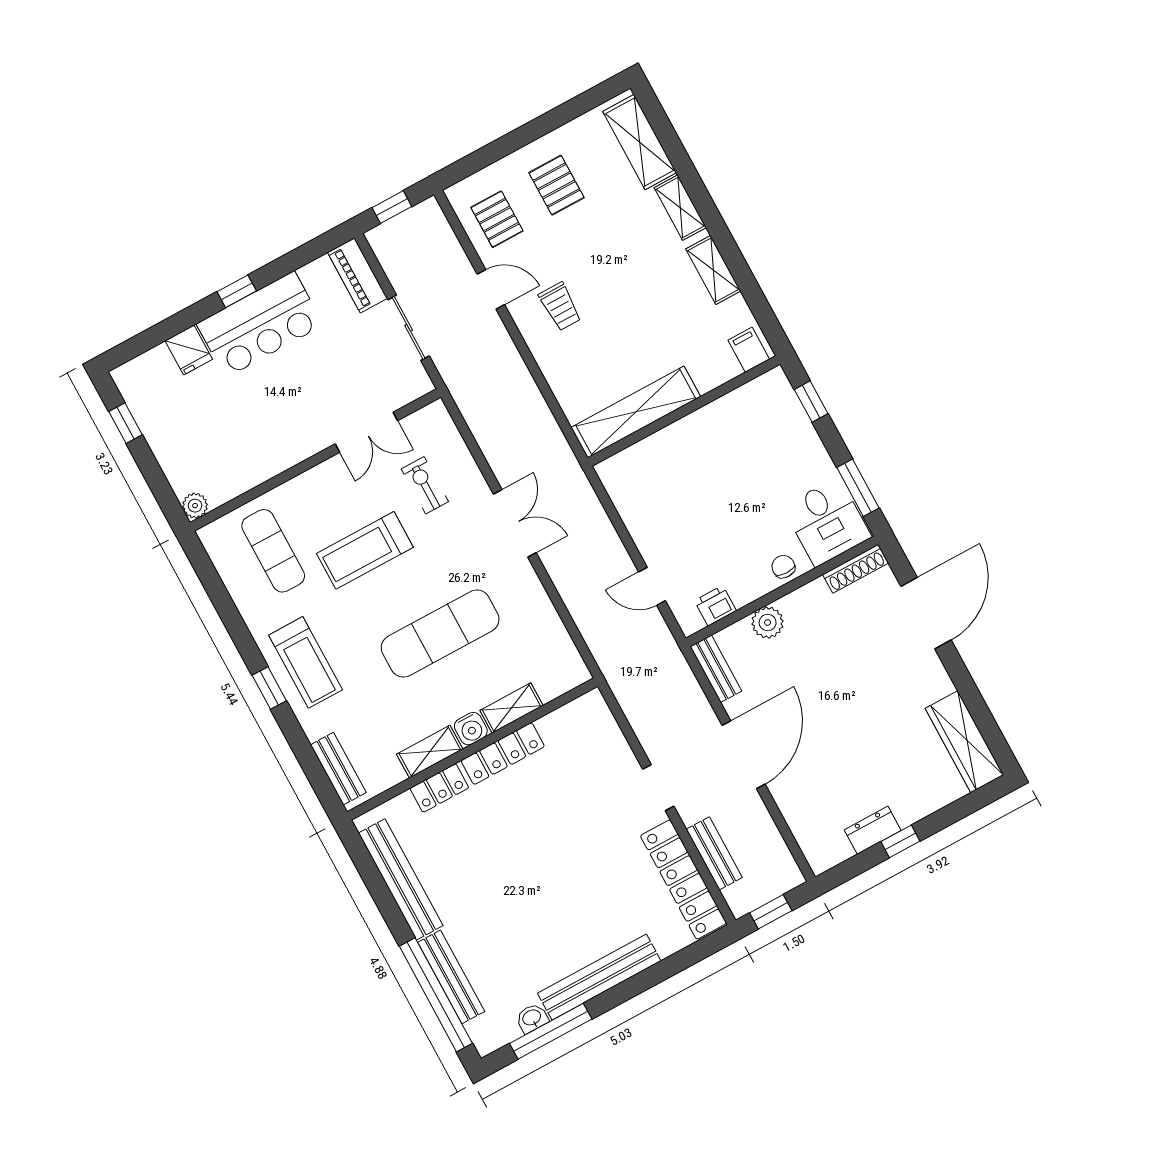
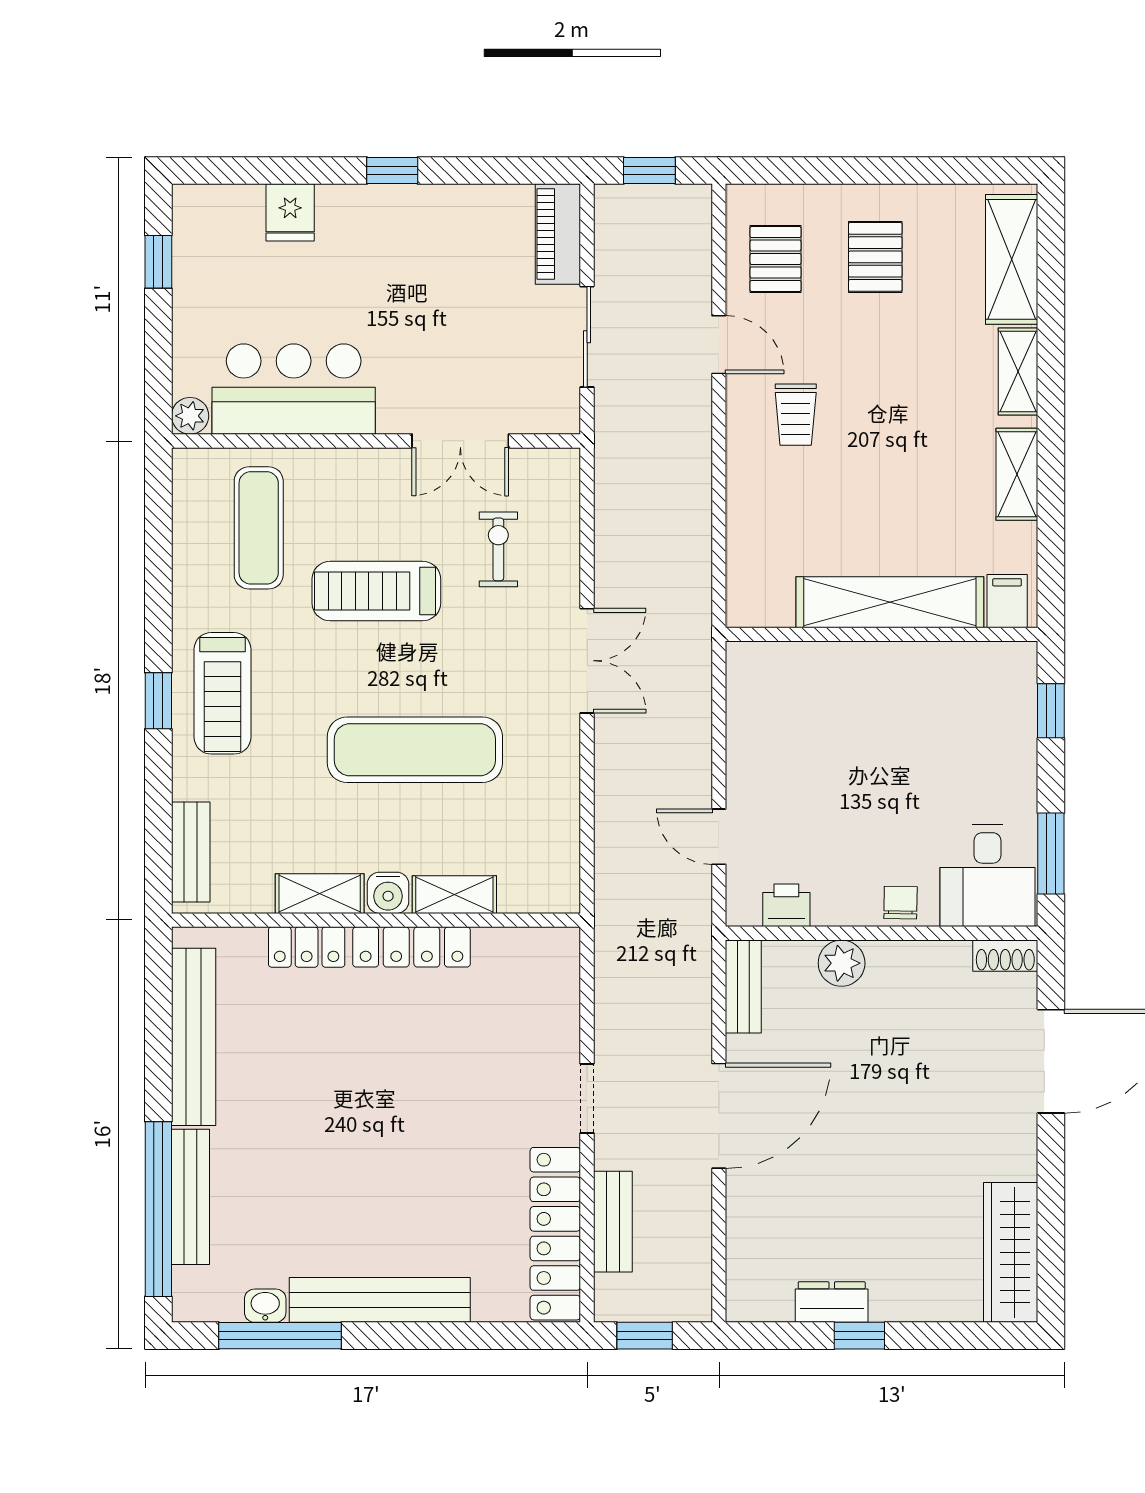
bar counter: (260, 324) -> (294, 389), moved, turned 180
shelving: (636, 412) -> (890, 602), moved
shoe rack: (856, 569) -> (1005, 956), width x0.70

